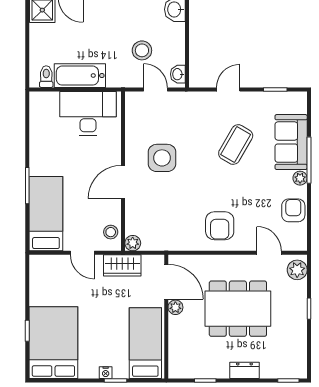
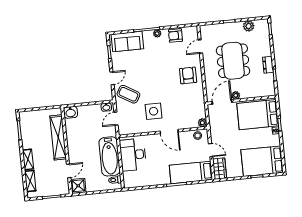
stool: (142, 50) -> (95, 128), removed
bathtub: (80, 76) -> (110, 156), width x1.36, depth x1.36
door: (228, 89) -> (112, 78), swing flipped
sofa: (291, 142) -> (127, 41), moved
coffee table: (236, 145) -> (128, 94), moved
armchair: (220, 226) -> (188, 75), turned -90
door: (82, 253) -> (211, 150), hinge flipped
wardrobe: (122, 265) -> (220, 169), moved
plant: (297, 270) -> (249, 26), moved
bed: (145, 343) -> (258, 115), width x1.50
dresser: (244, 370) -> (268, 65), moved

